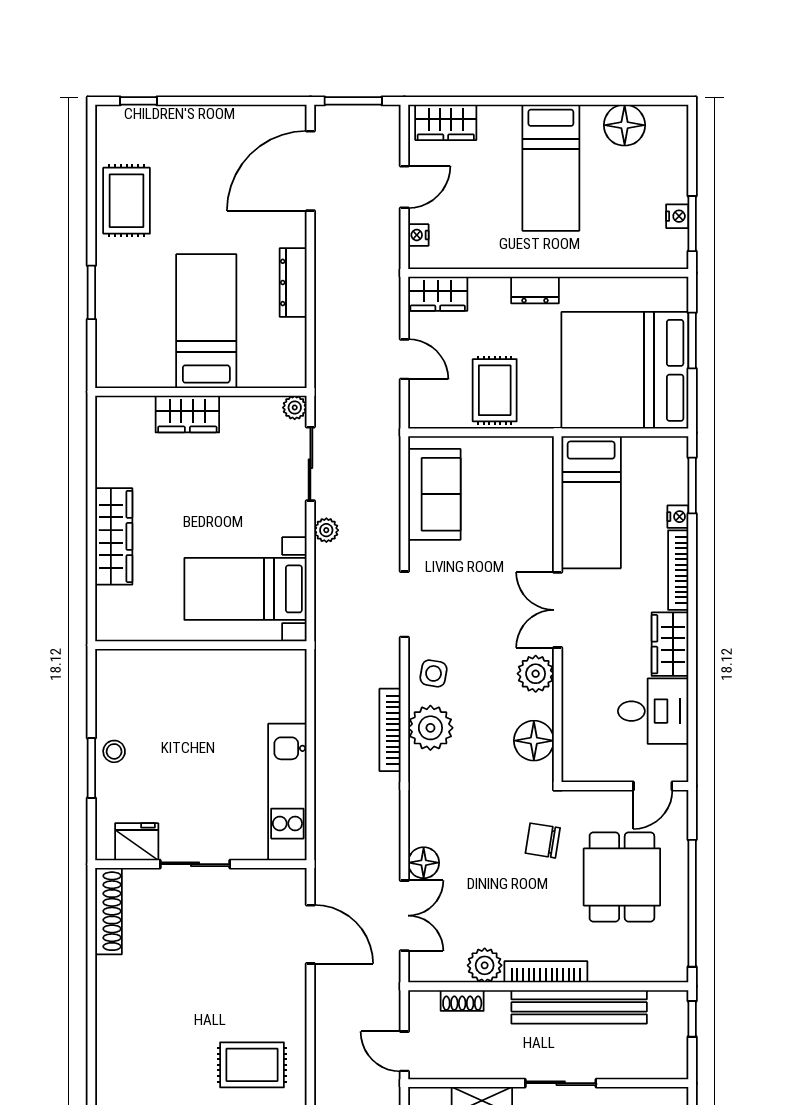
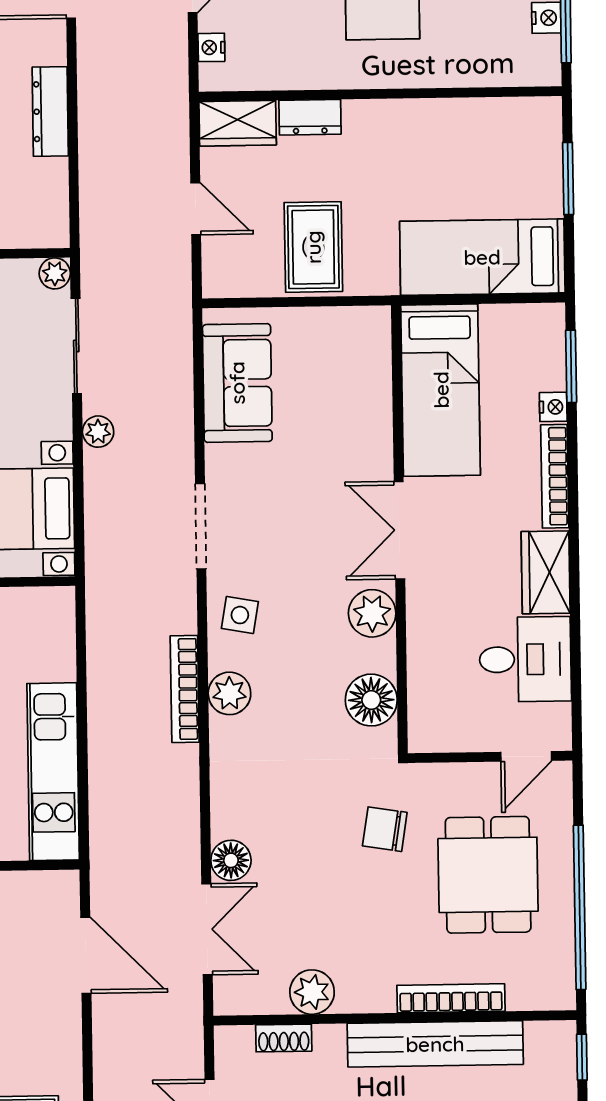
dresser: (535, 290) -> (310, 117), moved
bed: (625, 370) -> (482, 257), width x0.49
plant: (430, 728) -> (229, 693), width x0.73, depth x0.73
bookcase: (546, 972) -> (451, 998), moved

